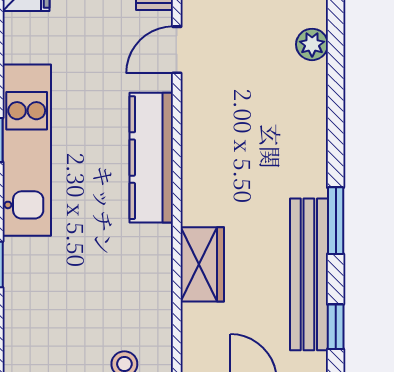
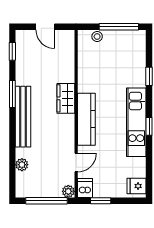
wardrobe: (202, 264) -> (66, 98), moved
bench: (309, 274) -> (23, 117), moved

